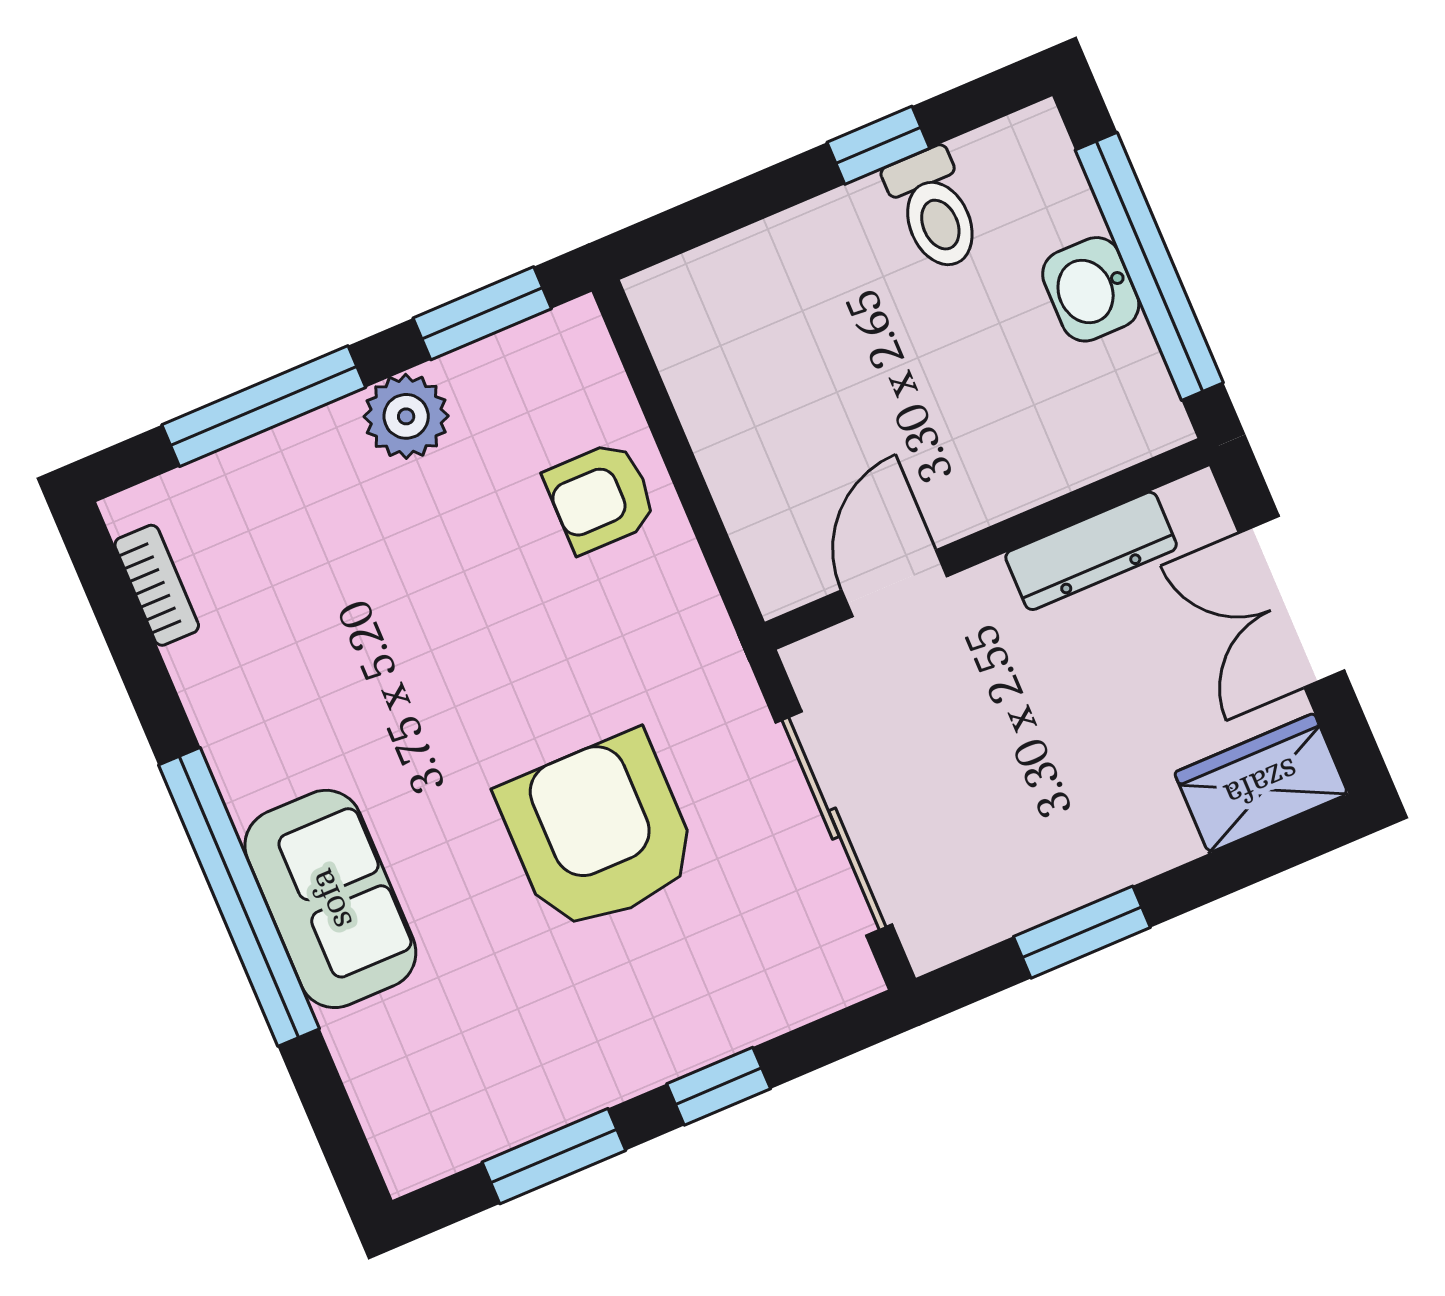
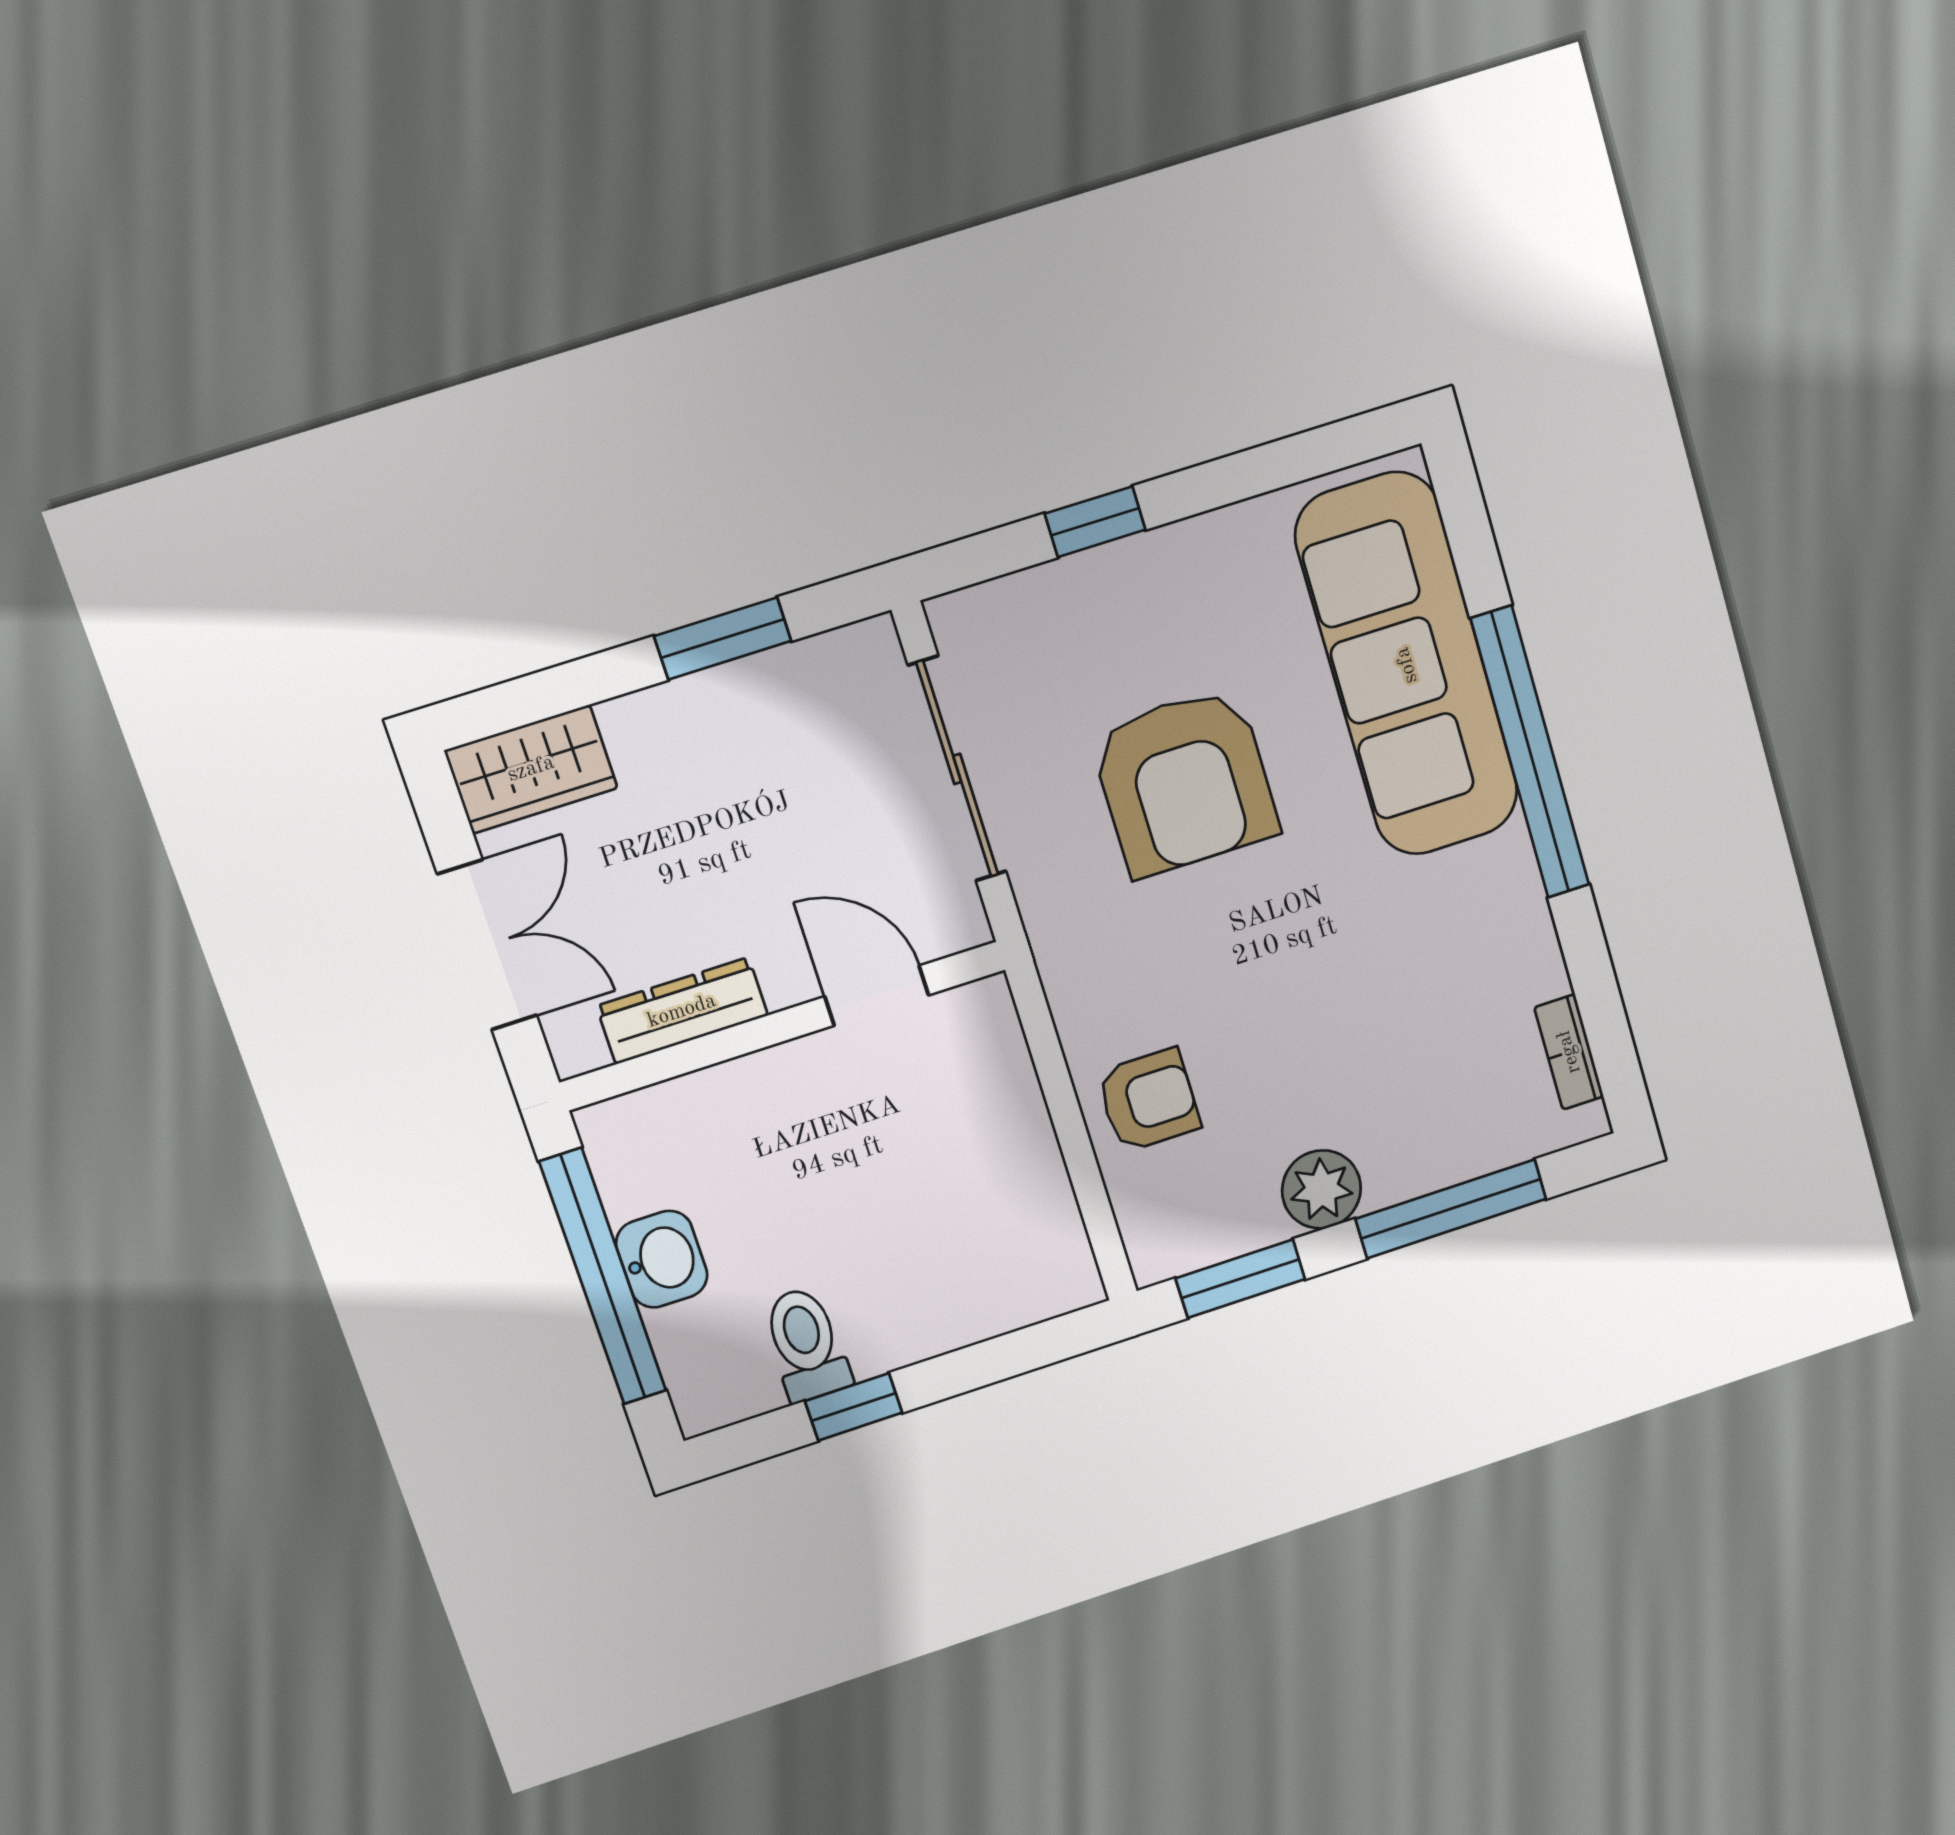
door: (894, 583) -> (877, 996), swing flipped
sofa: (330, 899) -> (1407, 665), width x1.85, depth x1.27
window: (554, 1156) -> (1262, 469), removed

